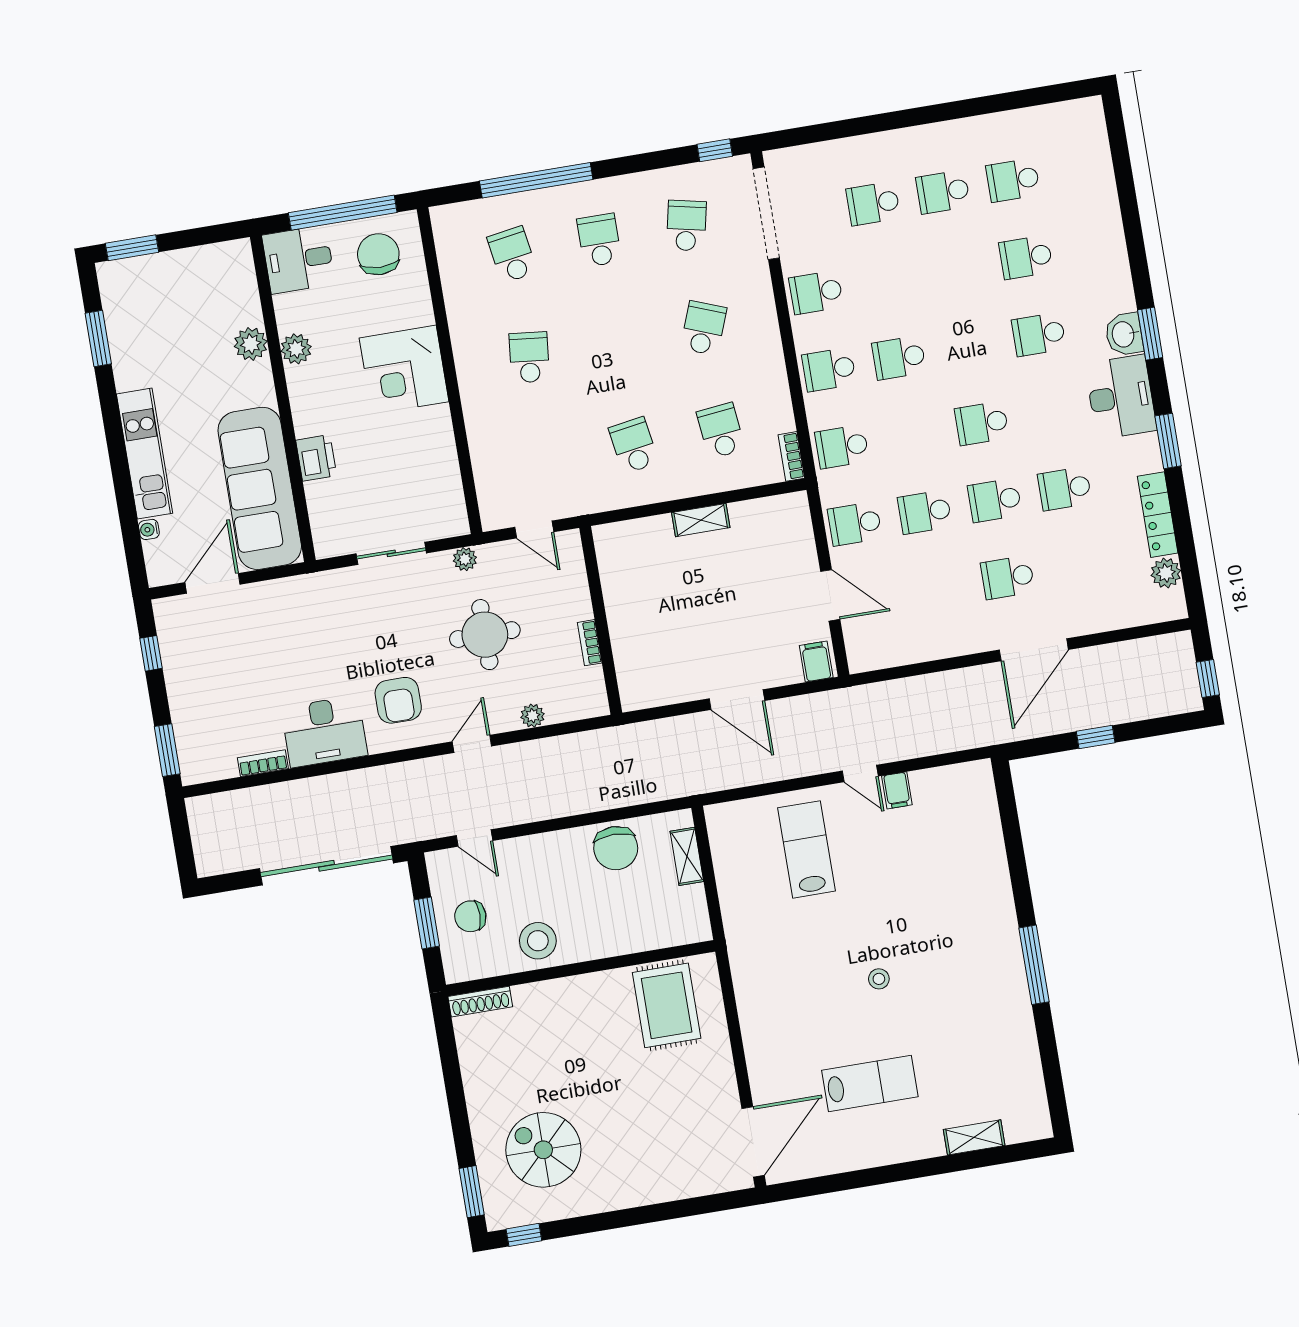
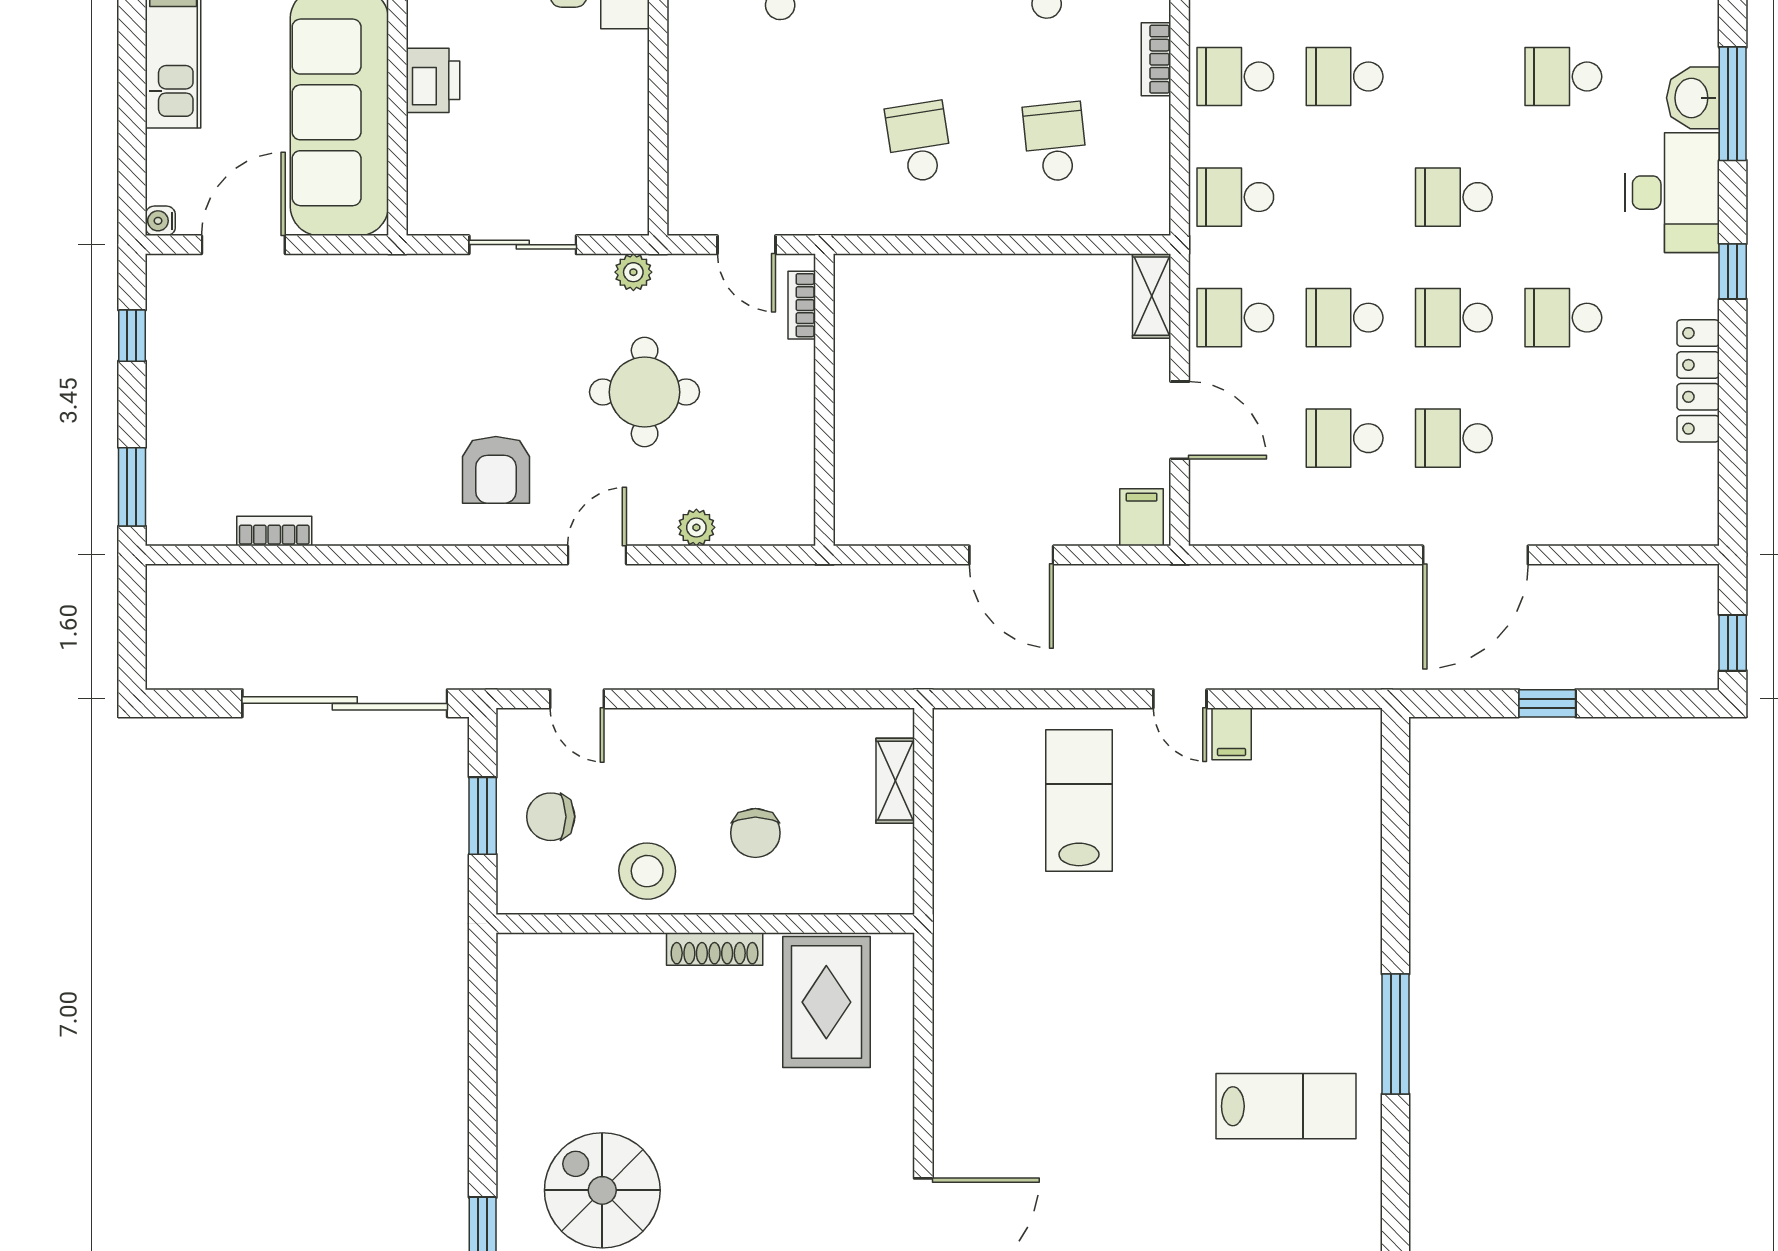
window: (1150, 334) -> (1733, 104), width x1.44
window: (1168, 441) -> (1733, 271), width x0.67
bookcase: (791, 456) -> (1156, 59), moved
shelving: (701, 520) -> (1152, 296), moved, turned 90
water cooler: (149, 529) -> (160, 221), moved
plant: (1166, 573) -> (1696, 472), removed
school desk: (938, 589) -> (1345, 438), added
bookcase: (590, 643) -> (802, 305), moved
desk: (324, 731) -> (376, 498), removed
chair: (616, 848) -> (755, 833), moved, width x0.73, depth x0.73
stool: (879, 979) -> (1156, 1016), removed
shoe rack: (480, 1002) -> (715, 949), moved
lab bench: (870, 1084) -> (1286, 1106), moved

